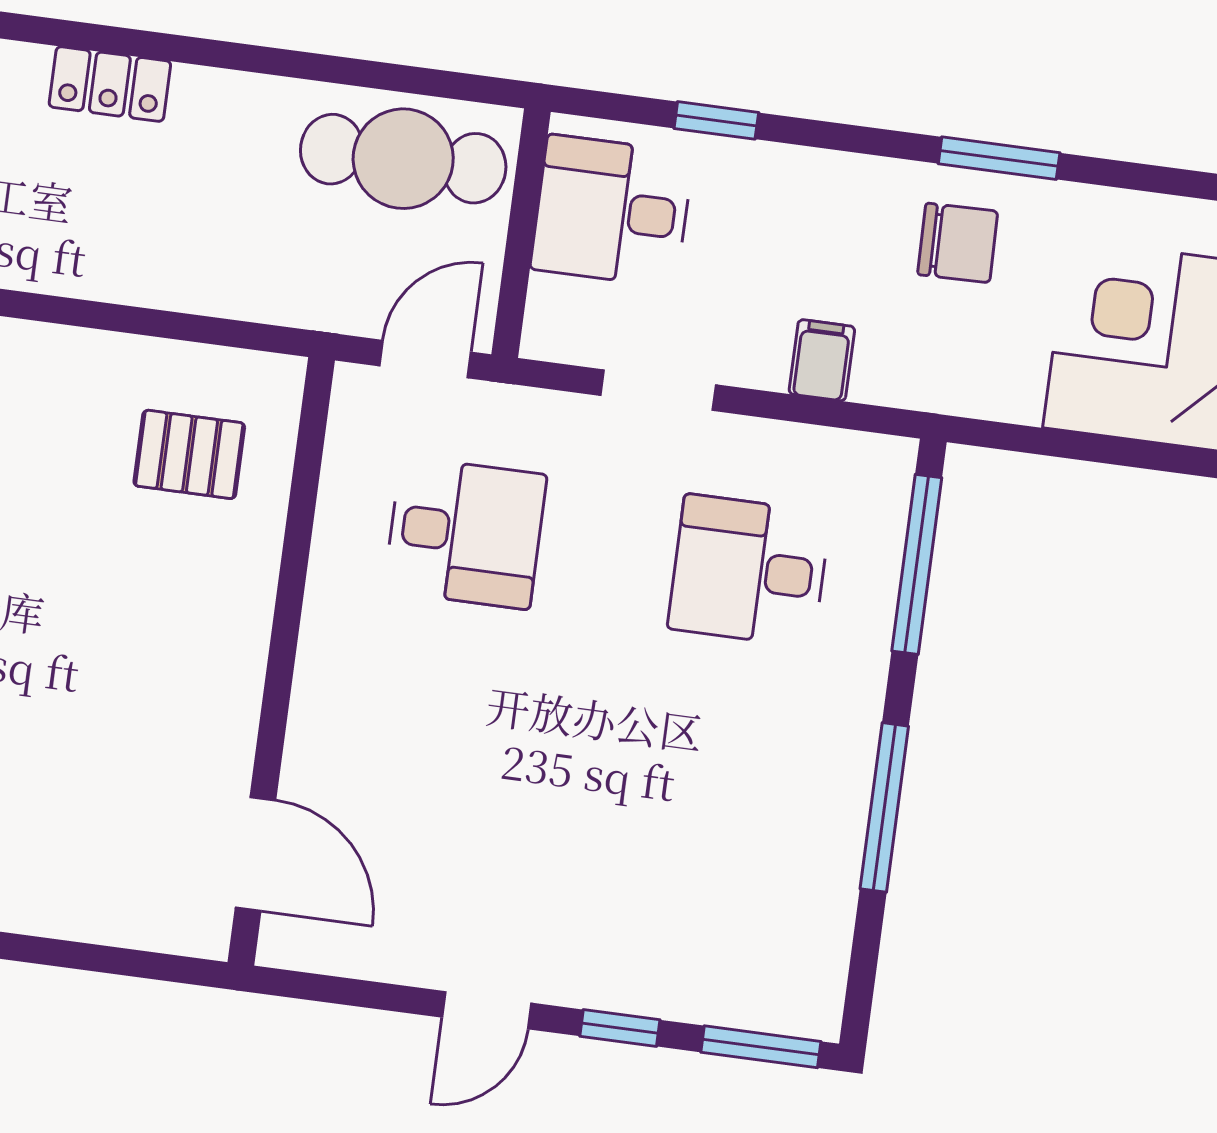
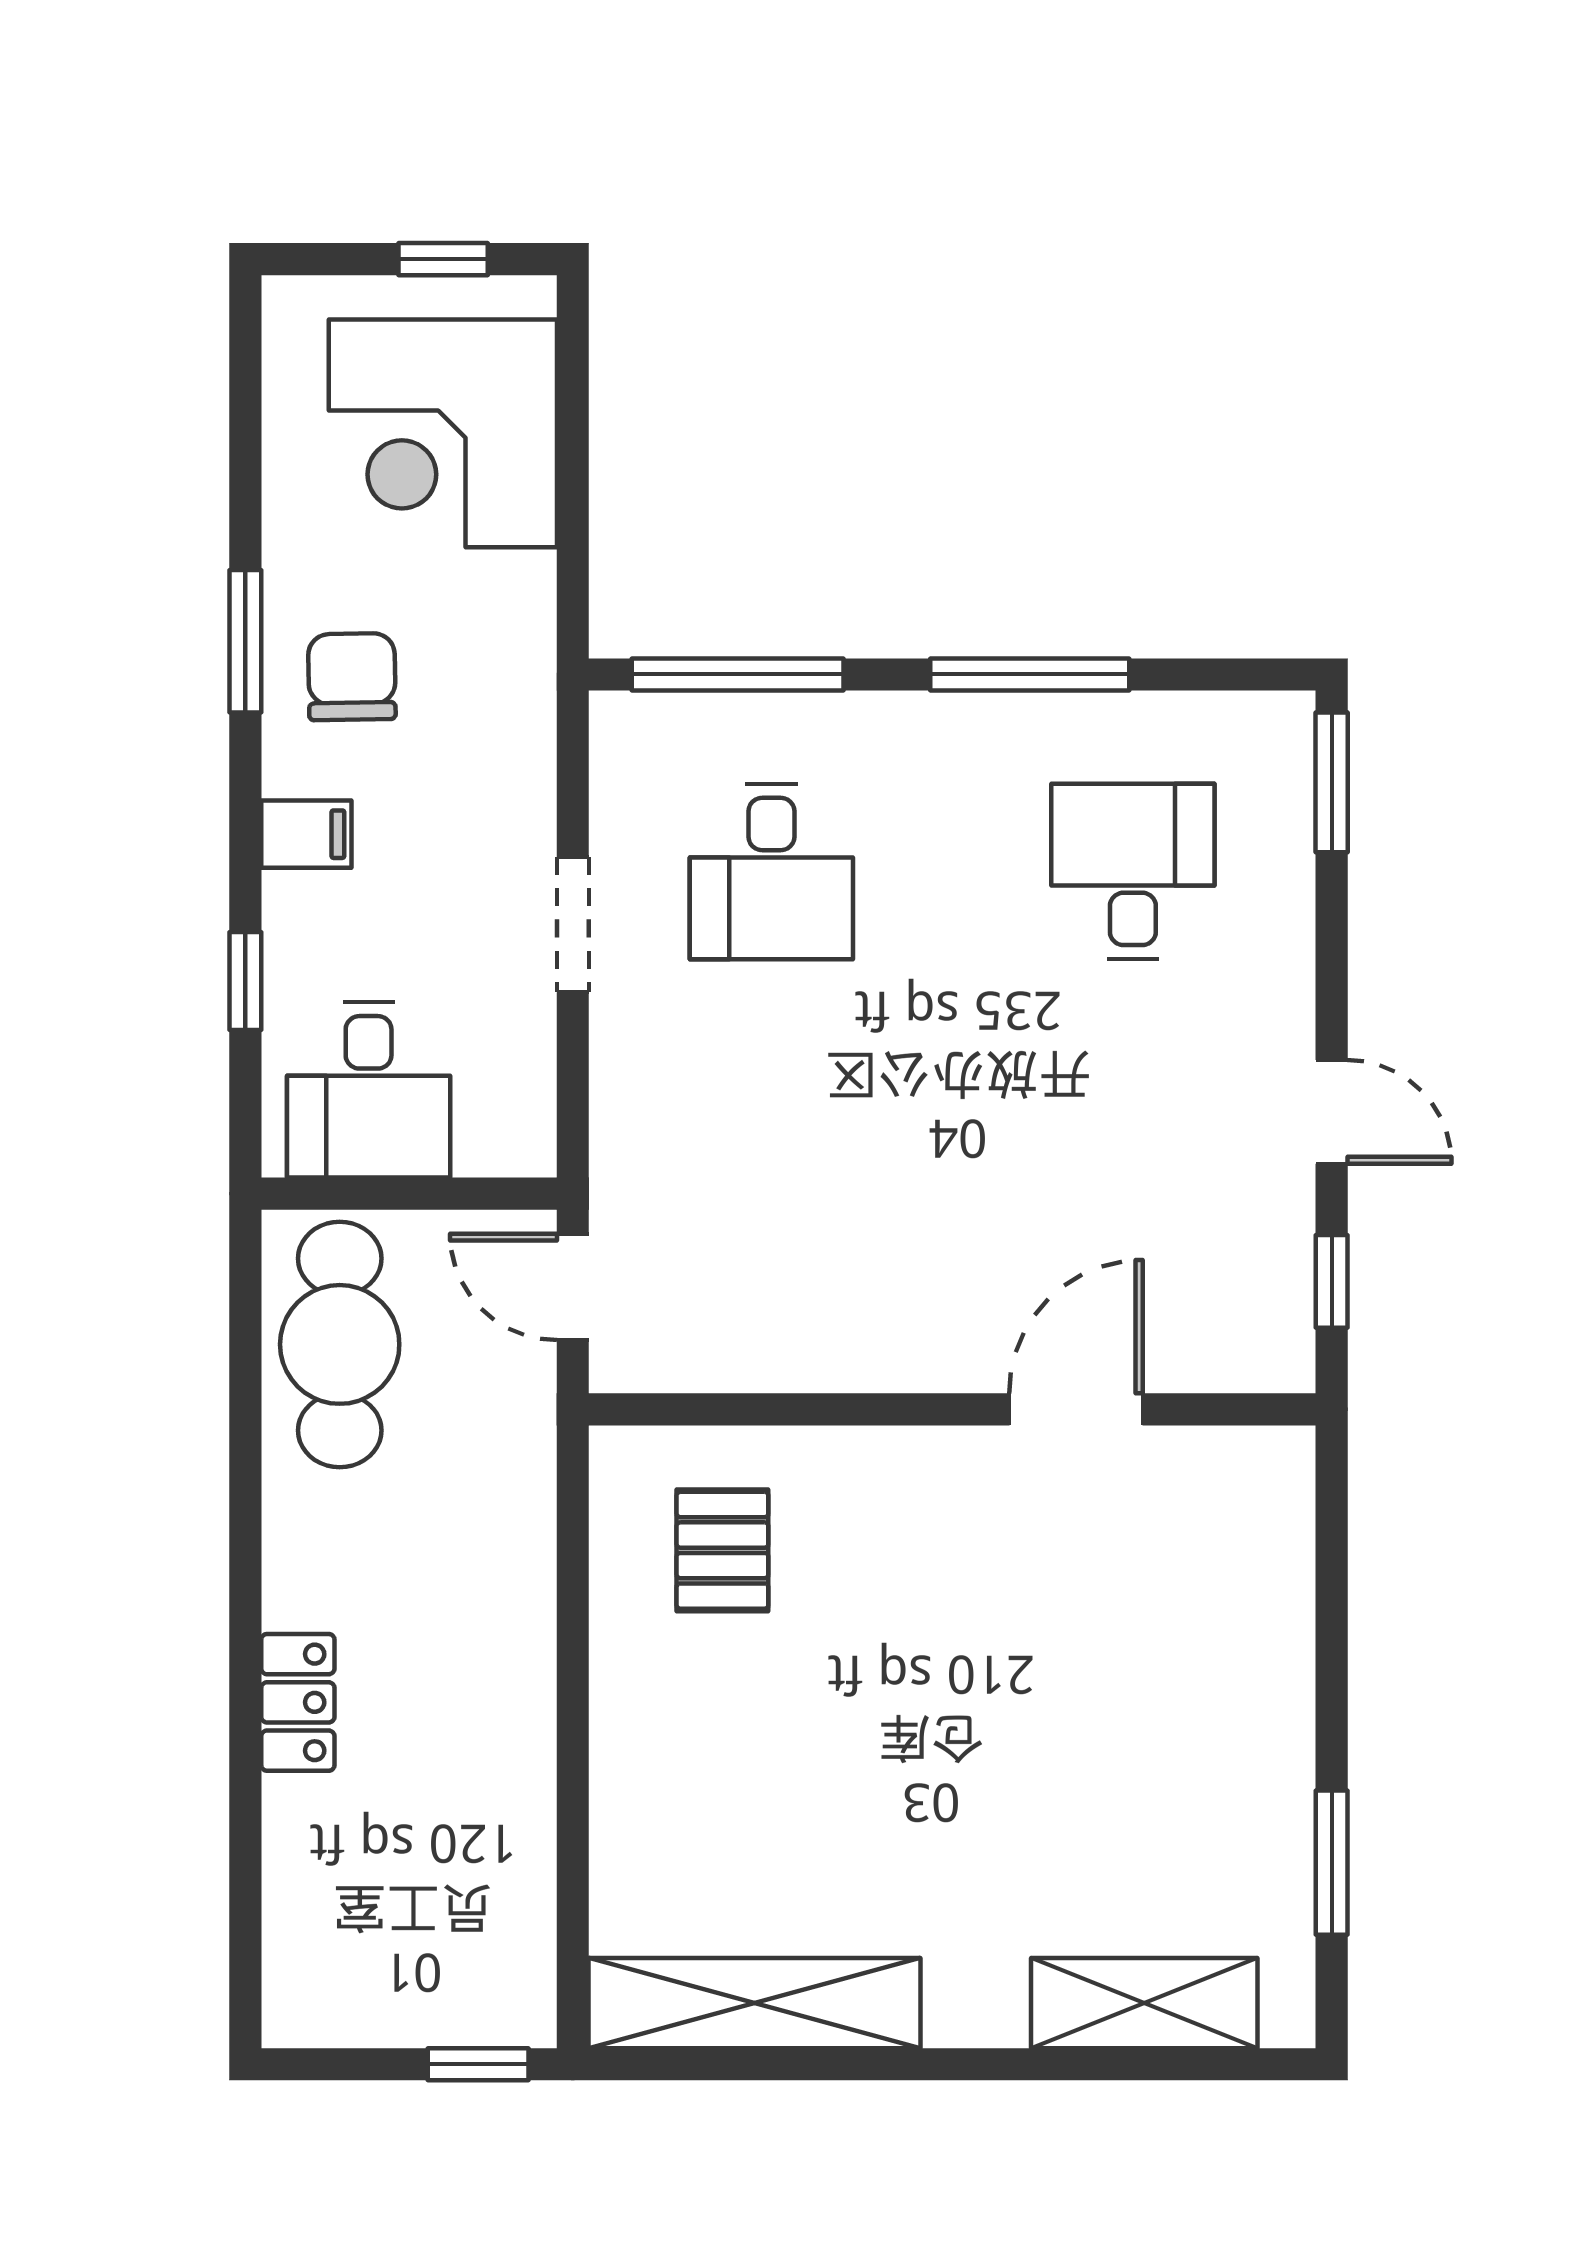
filing cabinet: (822, 360) -> (306, 834), moved, turned 180
doorway: (658, 390) -> (573, 925), moved
desk: (465, 533) -> (1133, 871), moved
door: (255, 854) -> (1076, 1409), moved
window: (620, 1028) -> (1332, 1281), moved

